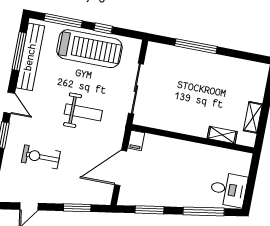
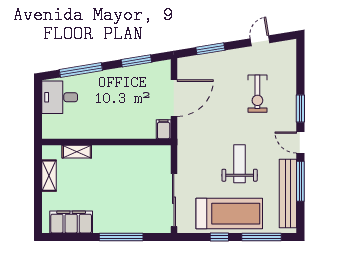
treadmill: (89, 49) -> (229, 214), turned 180
window: (19, 51) -> (300, 181), moved
filing cabinet: (240, 70) -> (71, 222), added
sliding door: (136, 89) -> (174, 200), moved
weight bench: (83, 112) -> (240, 164), moved, turned 90
exercise bike: (41, 157) -> (257, 94), turned 90

